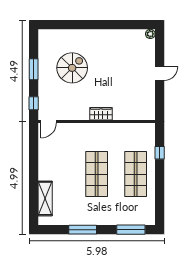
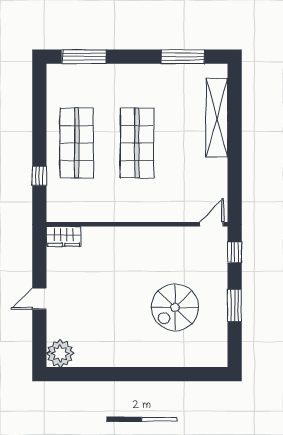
plant: (150, 34) -> (60, 353), width x1.88, depth x1.88
wardrobe: (101, 114) -> (64, 236), moved
shelving: (45, 198) -> (217, 118), width x1.47
window: (83, 230) -> (183, 57), moved

